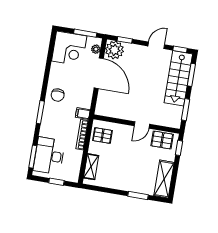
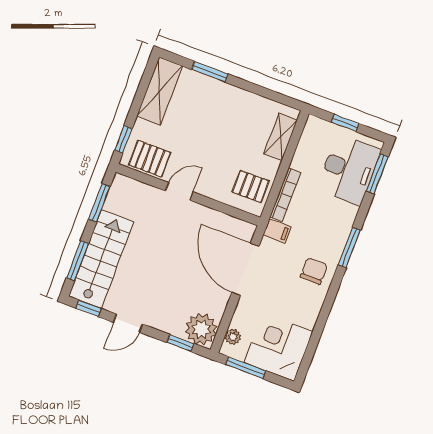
door: (99, 73) -> (245, 269), moved

